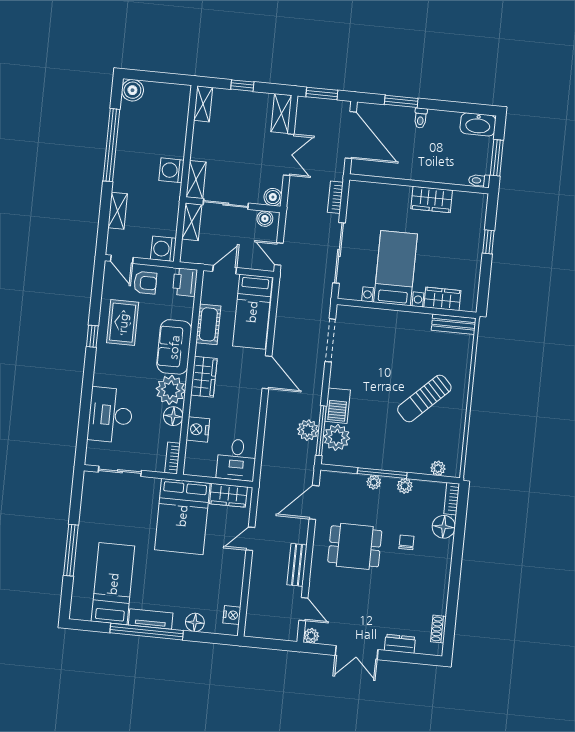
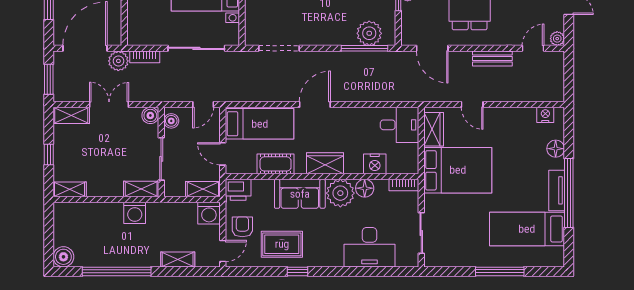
shelving: (192, 222) -> (203, 189), moved
barbecue: (338, 406) -> (340, 35), removed
plant: (308, 430) -> (118, 61), moved

